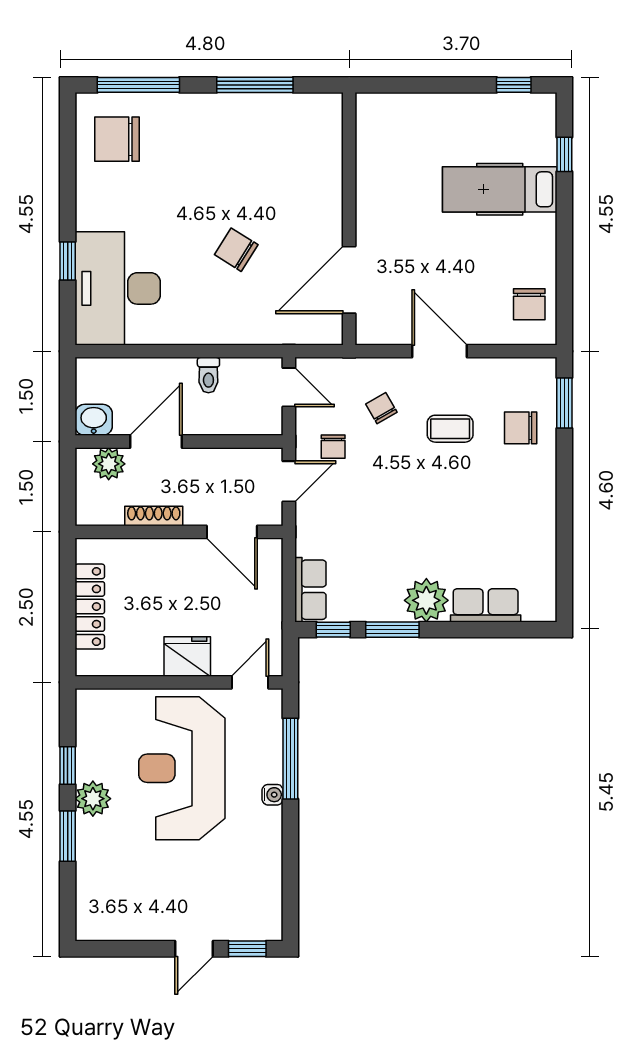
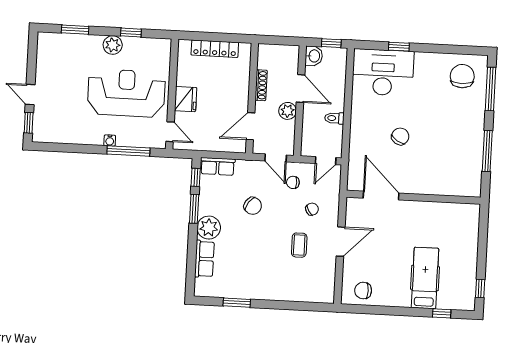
window: (68, 388) -> (331, 43), added
window: (564, 403) -> (237, 303), moved
chair: (521, 428) -> (253, 206), moved, turned 126
plant: (109, 464) -> (288, 111), moved
window: (68, 836) -> (75, 30), moved

